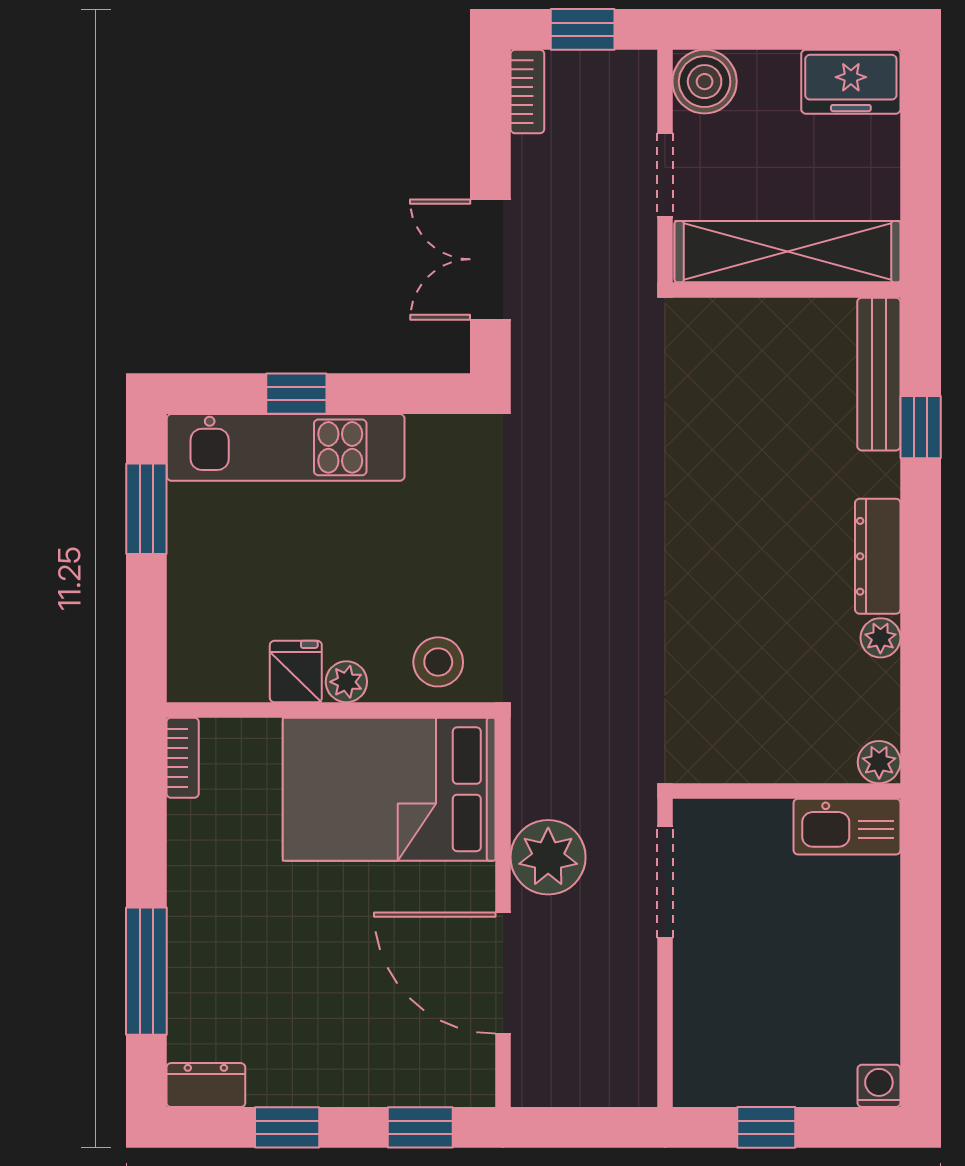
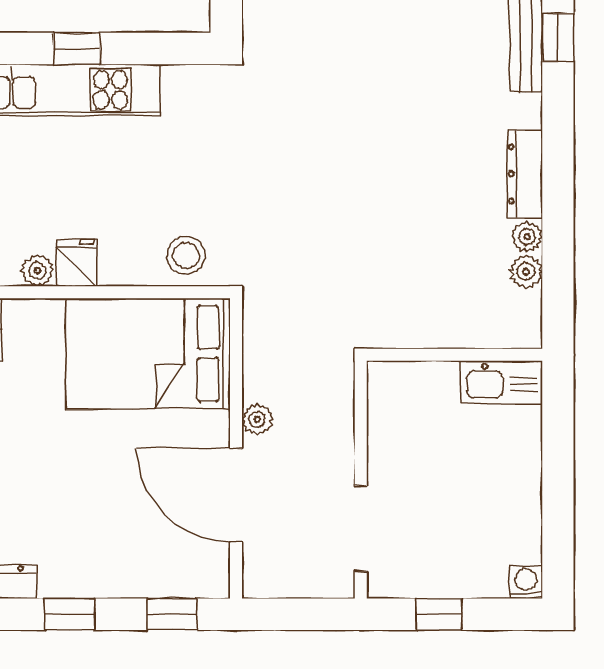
window: (921, 427) -> (558, 37), moved
plant: (346, 682) -> (37, 271), moved
plant: (879, 762) -> (526, 272), moved
plant: (548, 857) -> (257, 419), width x0.53, depth x0.53
doorway: (665, 882) -> (361, 529), moved

